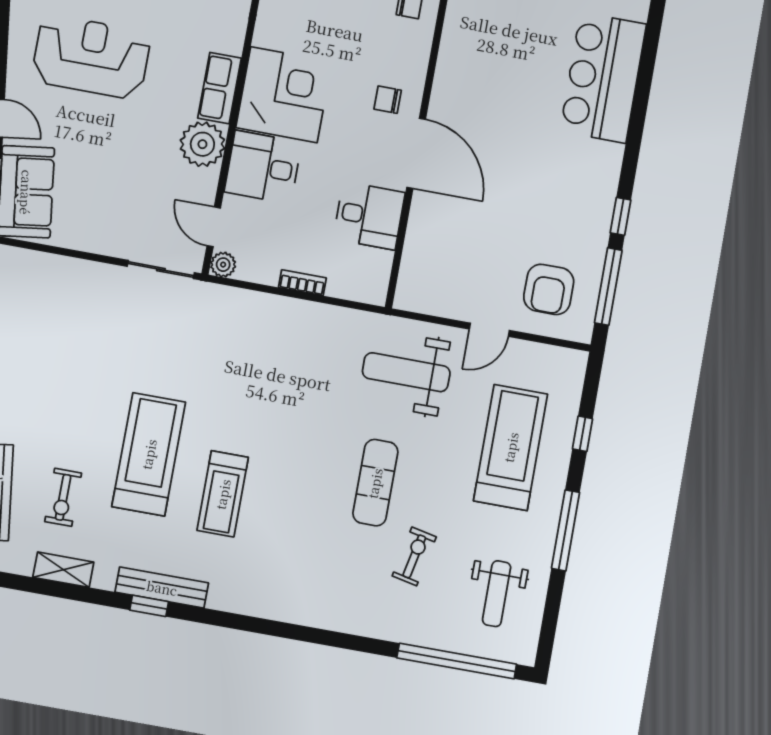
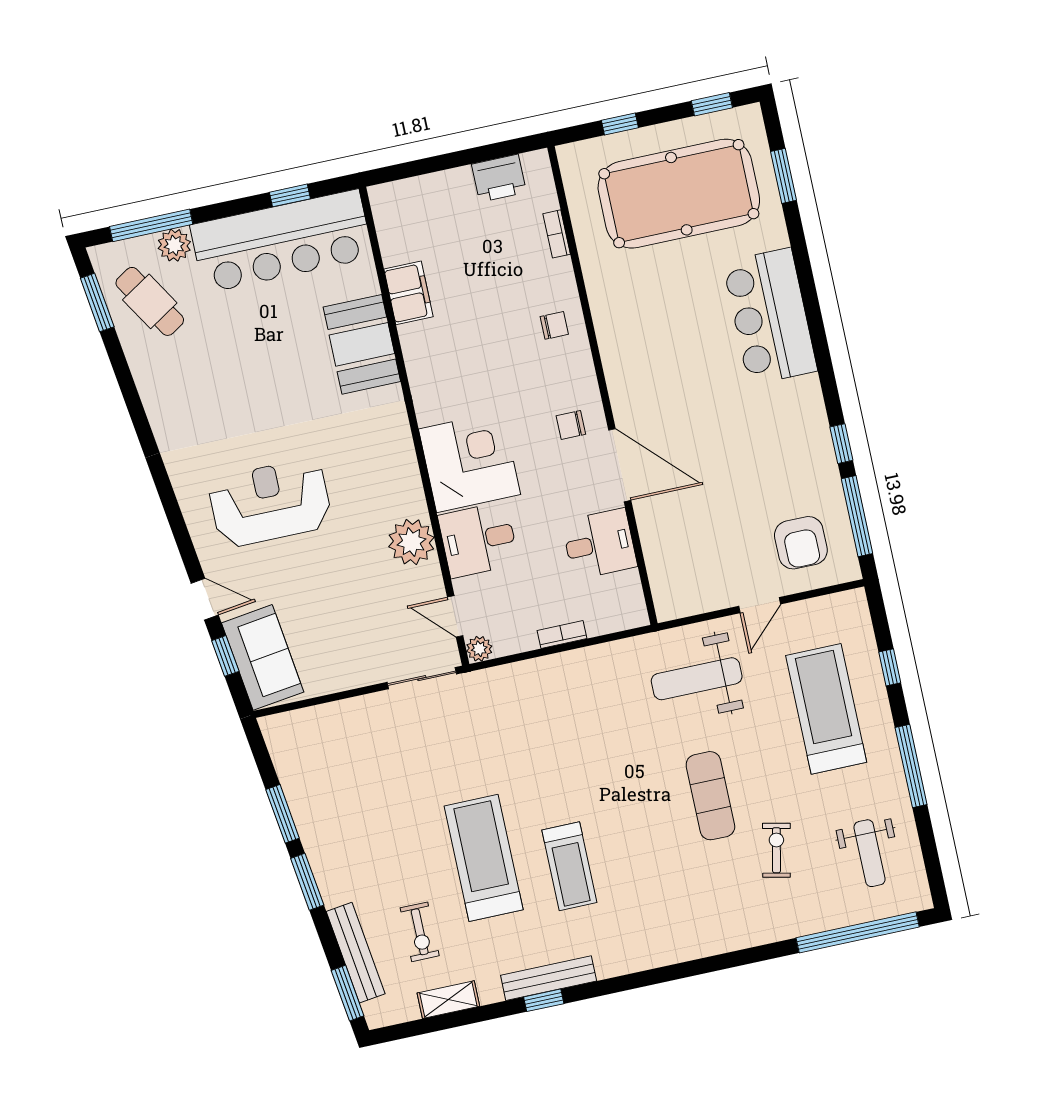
row of seats: (219, 88) -> (405, 481), removed

